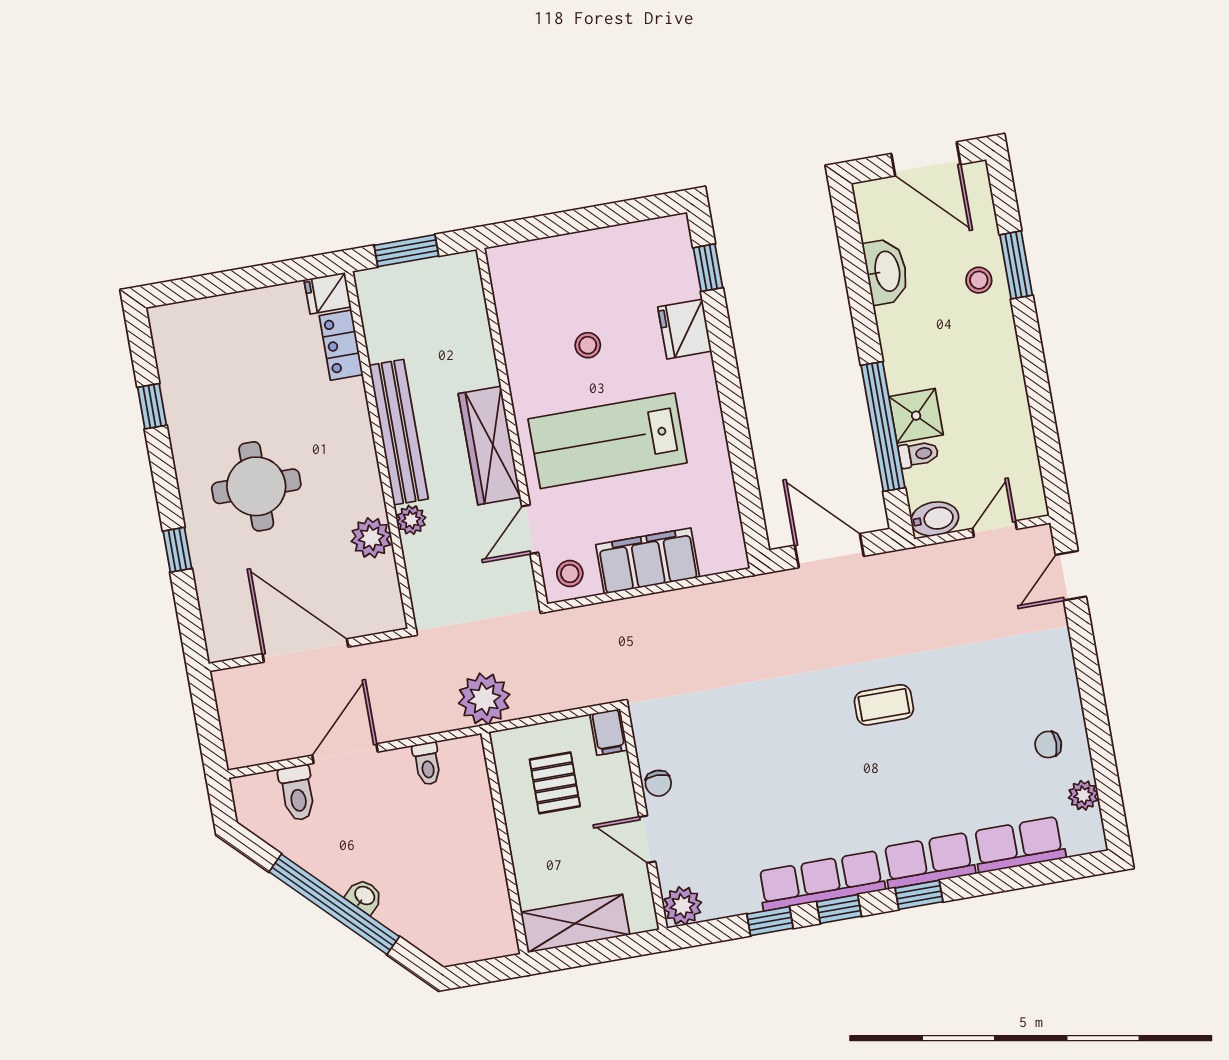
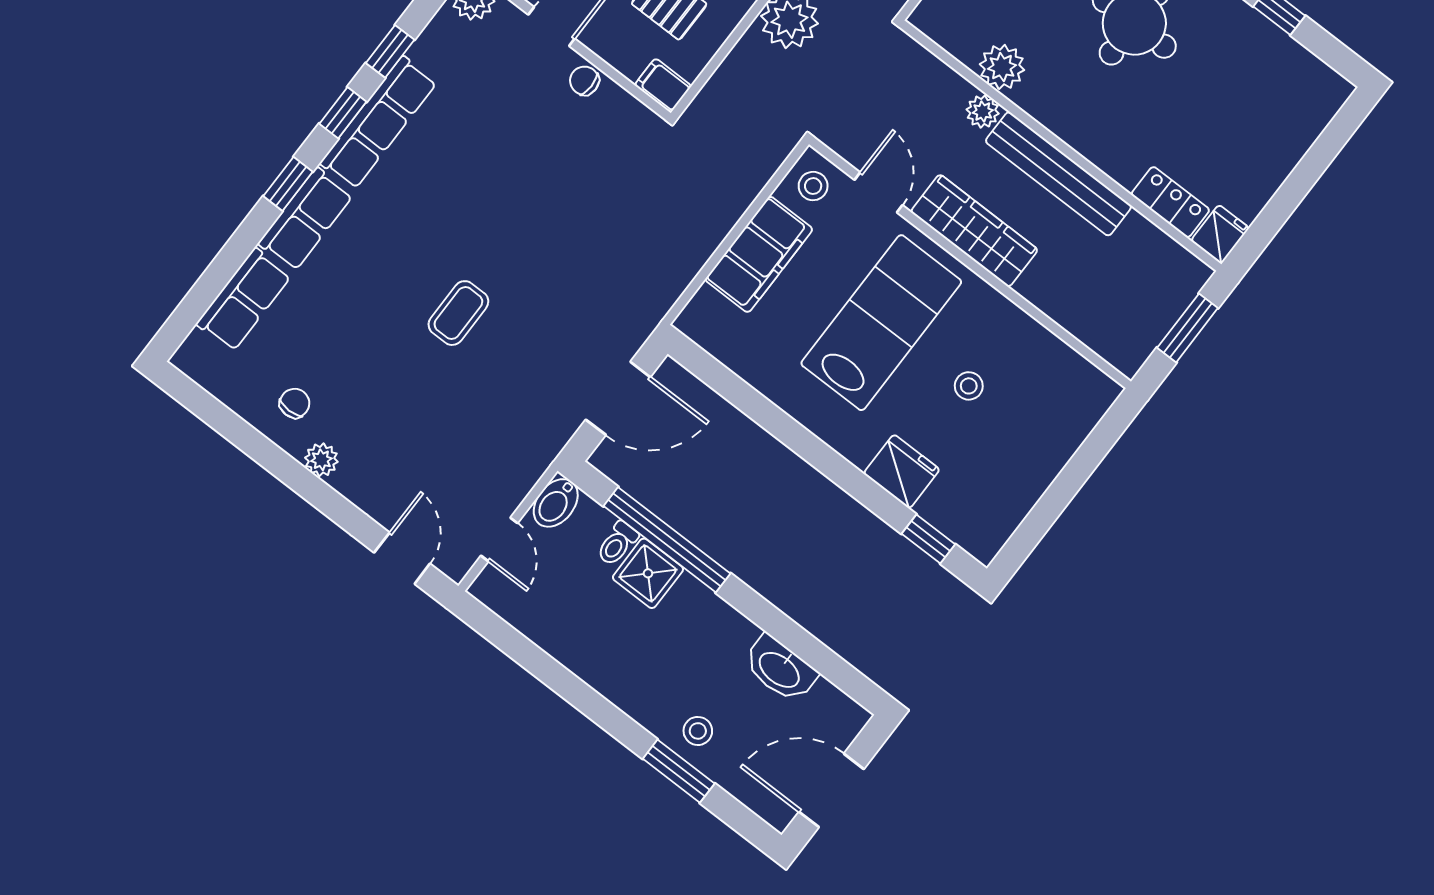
plant: (1083, 795) -> (321, 460), moved

